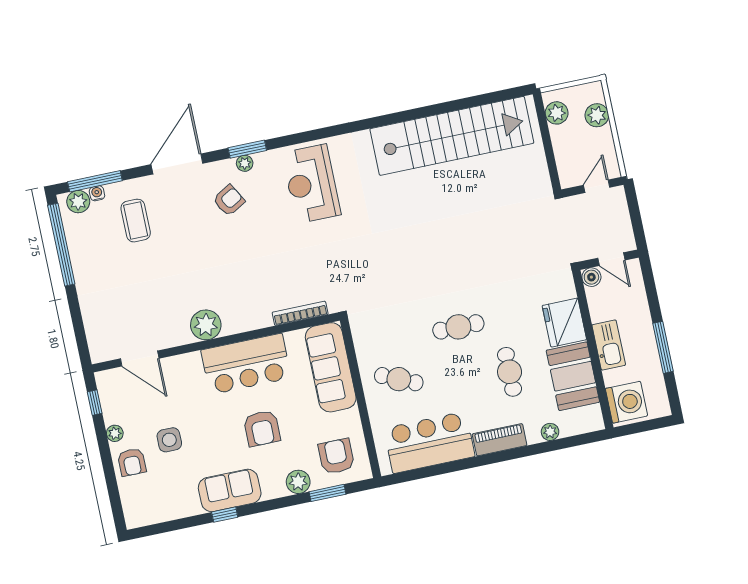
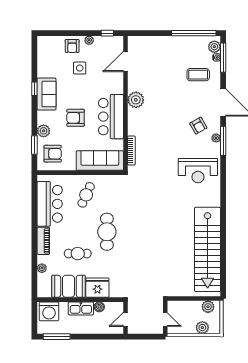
window: (247, 149) -> (223, 141), width x1.44
reception desk: (311, 184) -> (198, 171), turned 180
boiler: (591, 277) -> (99, 307), moved
cafe table: (458, 327) -> (107, 232), width x1.37, depth x1.35
window: (663, 347) -> (57, 337), moved
armchair: (132, 462) -> (72, 46), turned -90

